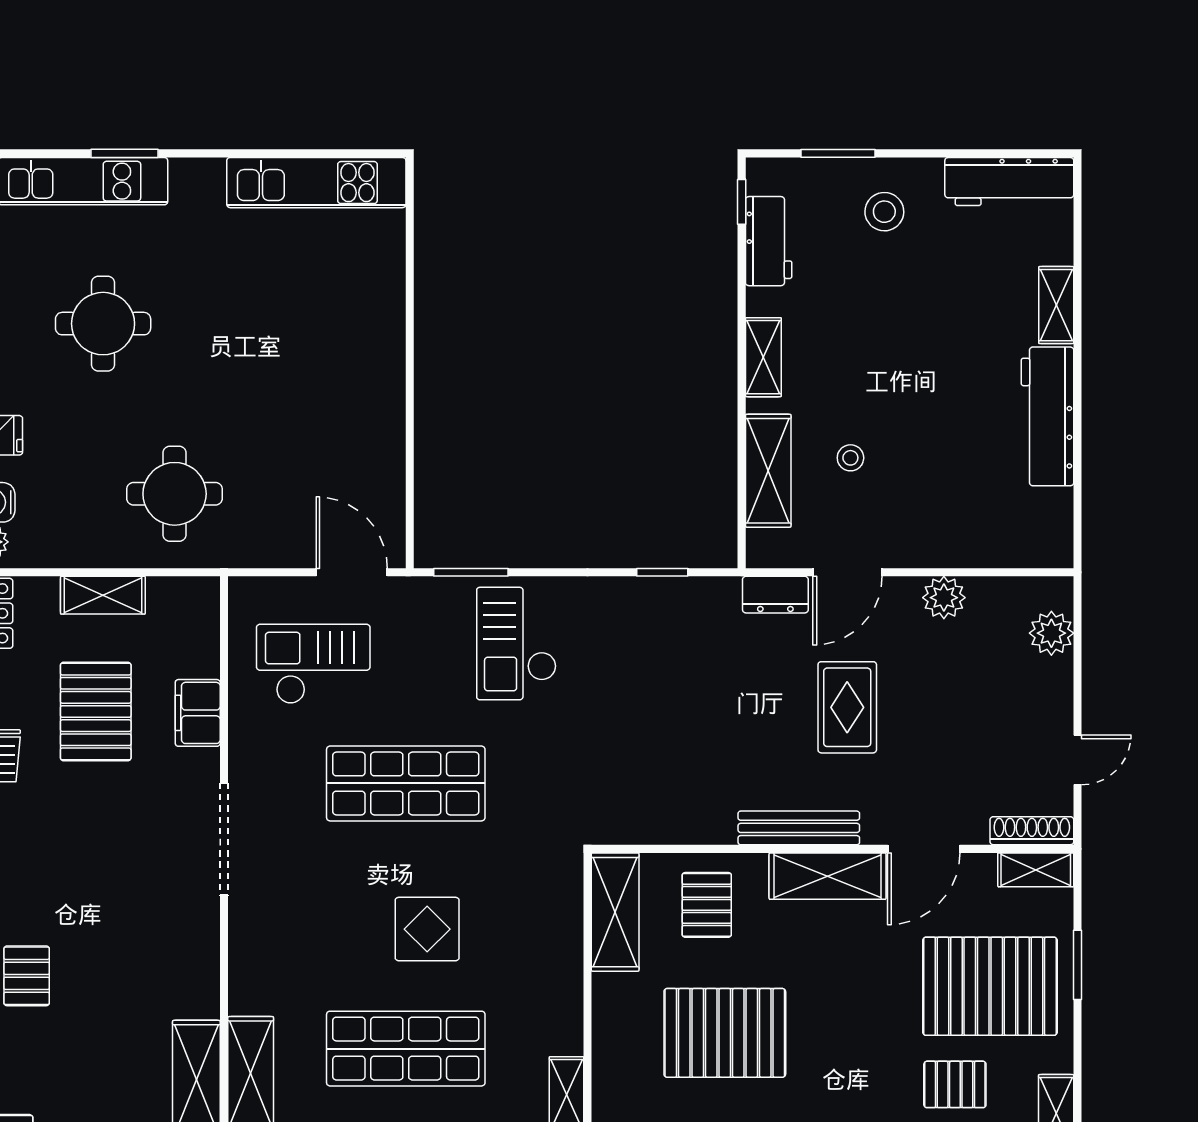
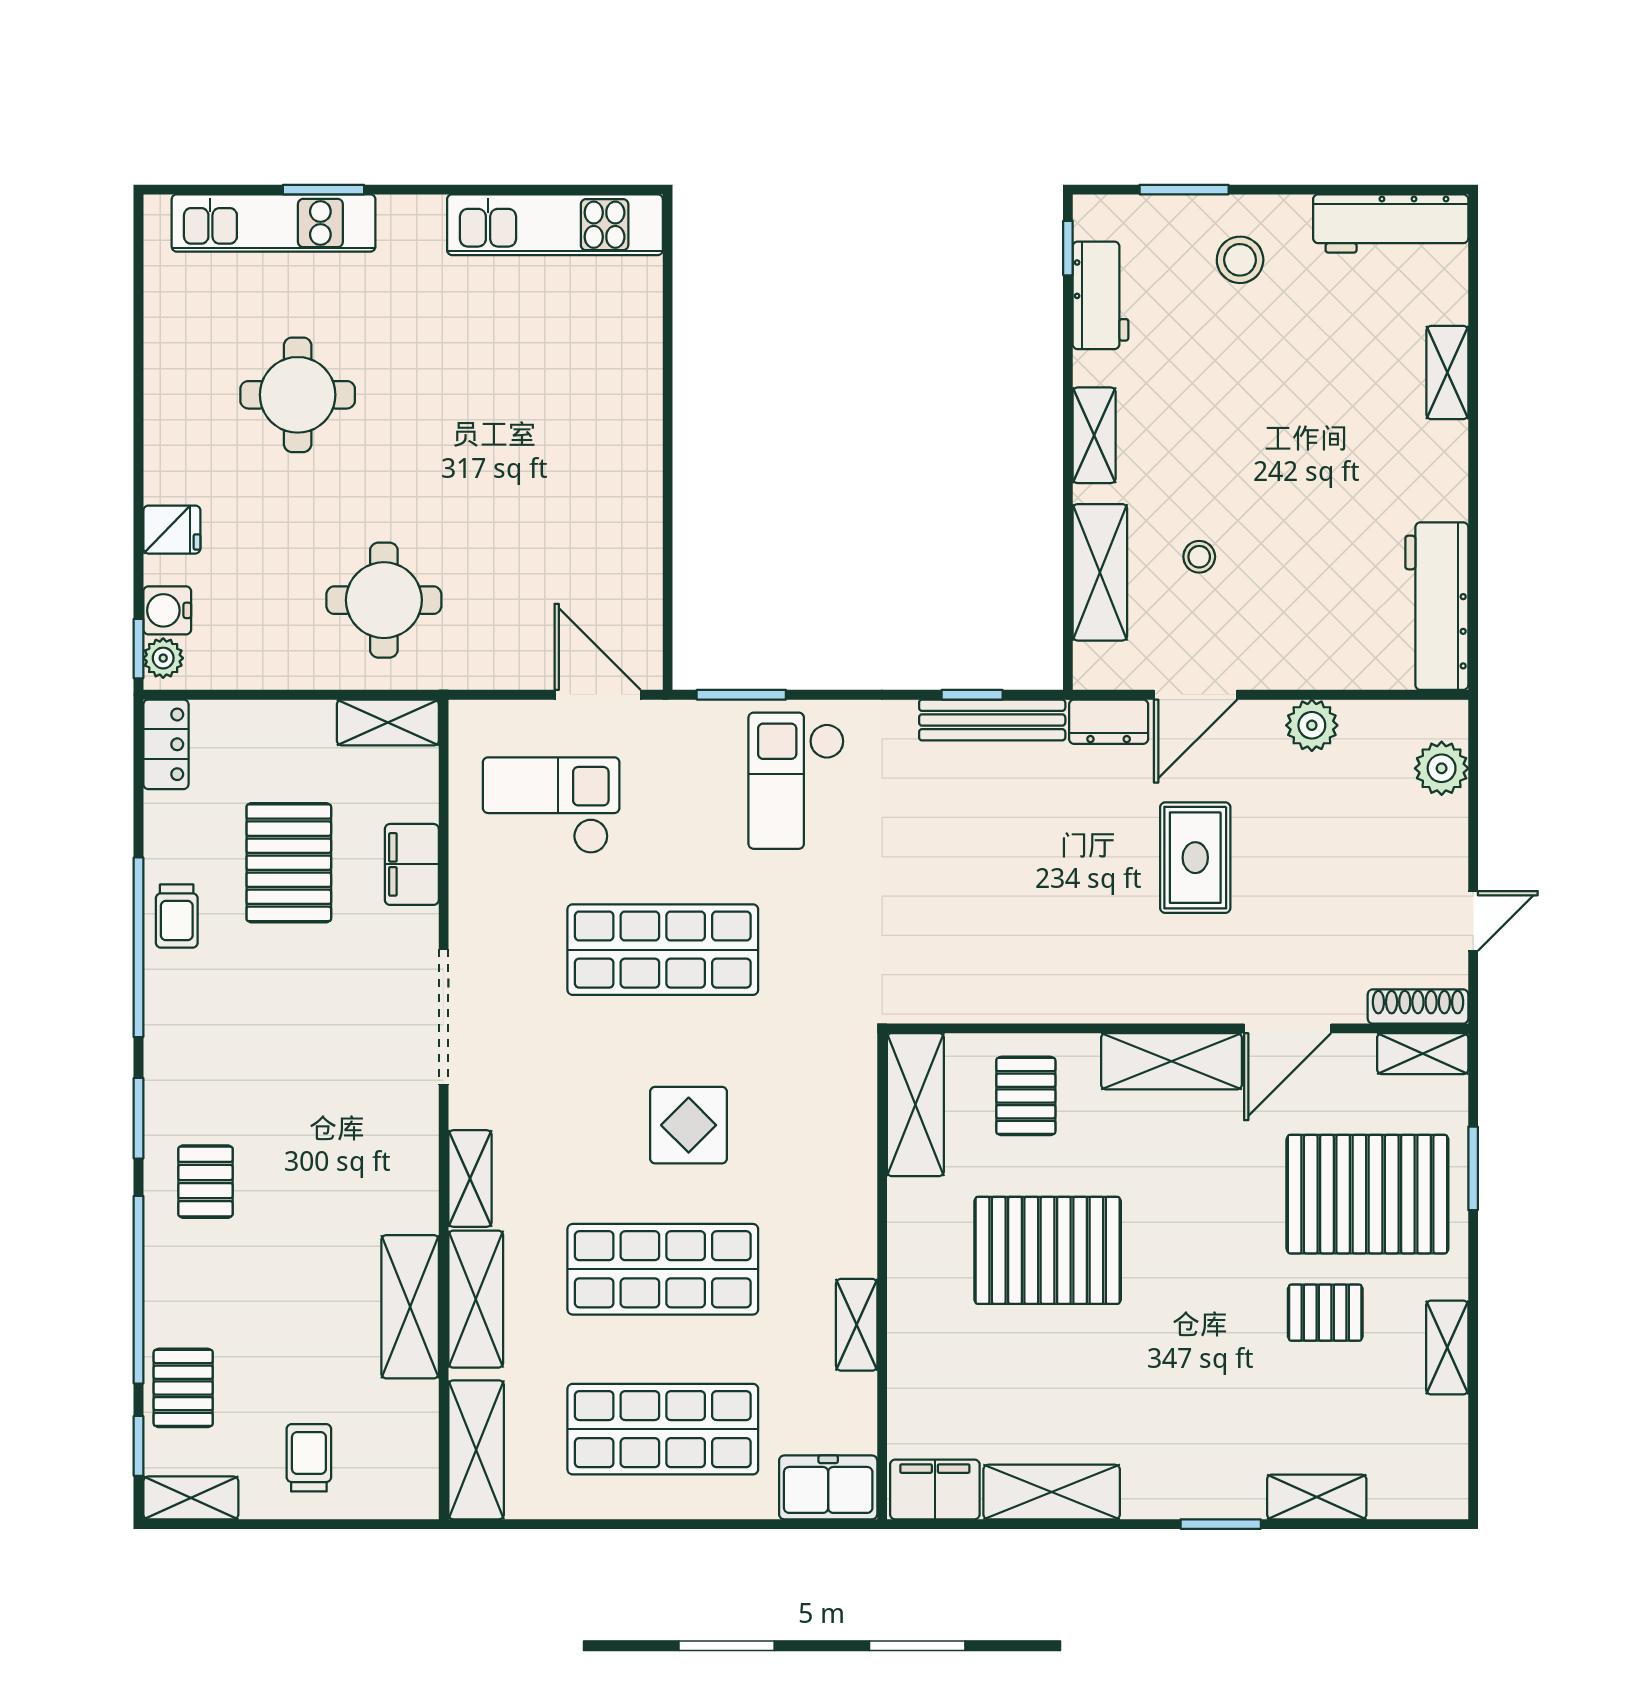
workbench: (1047, 416) -> (1437, 606), moved
shelving: (103, 595) -> (388, 722), moved
bench: (799, 828) -> (992, 720), moved
shelving: (246, 973) -> (470, 1178), added

